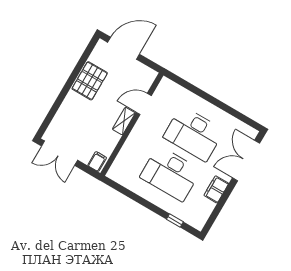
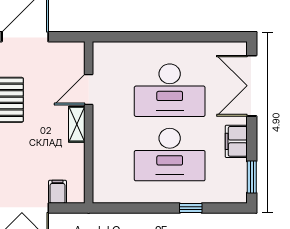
filing cabinet: (97, 162) -> (57, 192), moved
window: (213, 217) -> (252, 177), added
window: (175, 220) -> (191, 208), moved

